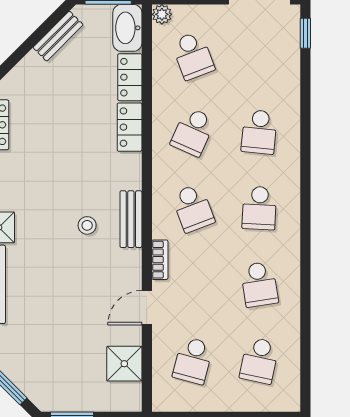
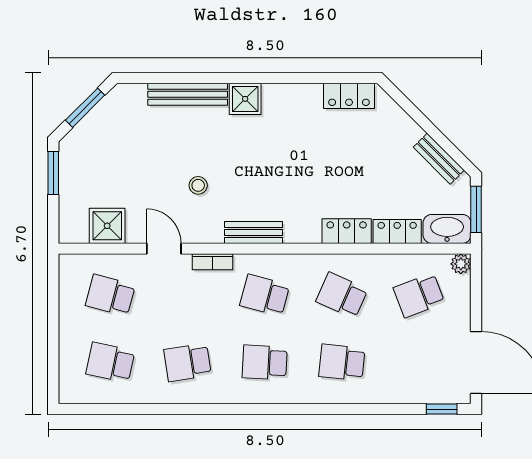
school desk: (193, 208) -> (265, 295), turned 36
stool: (87, 225) -> (198, 185), moved

